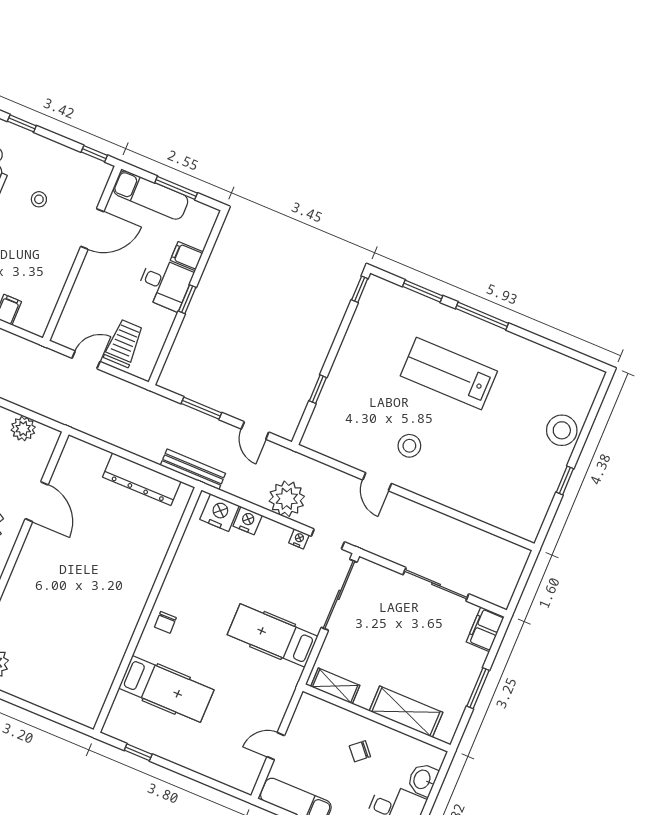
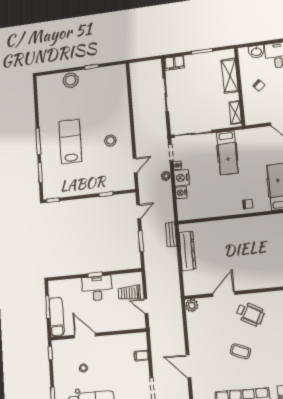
filing cabinet: (187, 256) -> (76, 285), removed
desk: (165, 284) -> (97, 288), width x1.37
lab bench: (449, 374) -> (70, 141), turned 180
plant: (23, 429) -> (192, 305), moved
bench: (193, 469) -> (171, 234), width x0.73
door: (377, 482) -> (135, 165), moved
plant: (287, 499) -> (166, 176), width x0.53, depth x0.53
nightstand: (220, 513) -> (182, 178), moved

